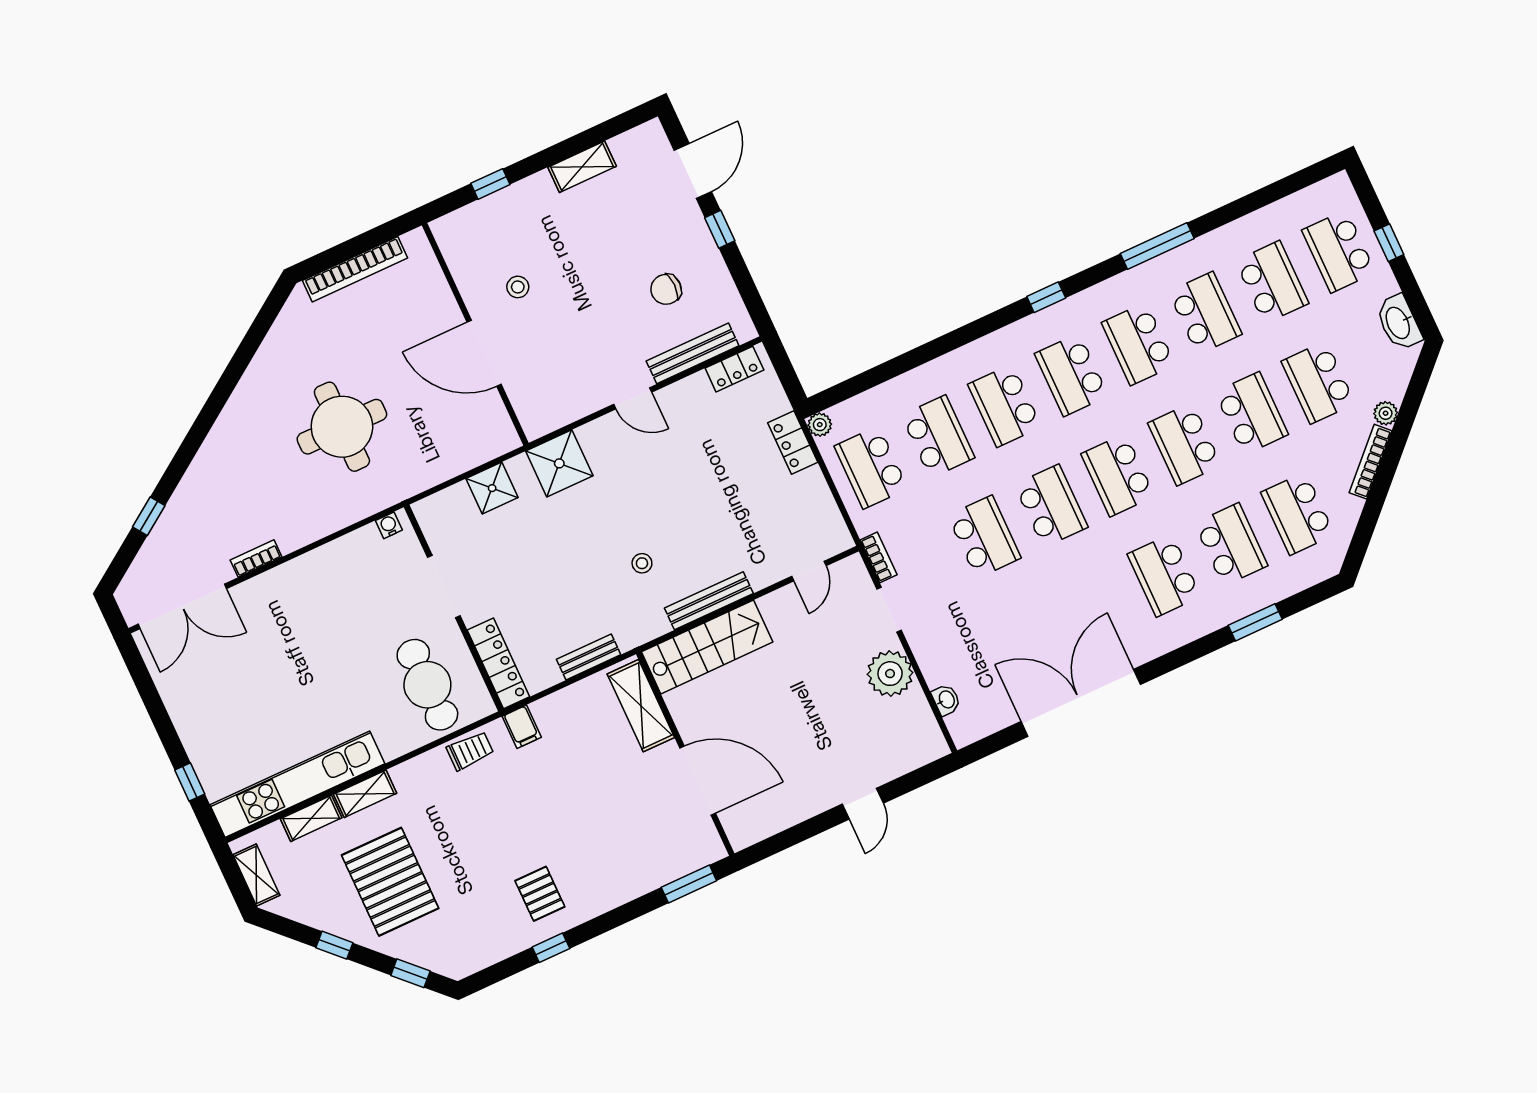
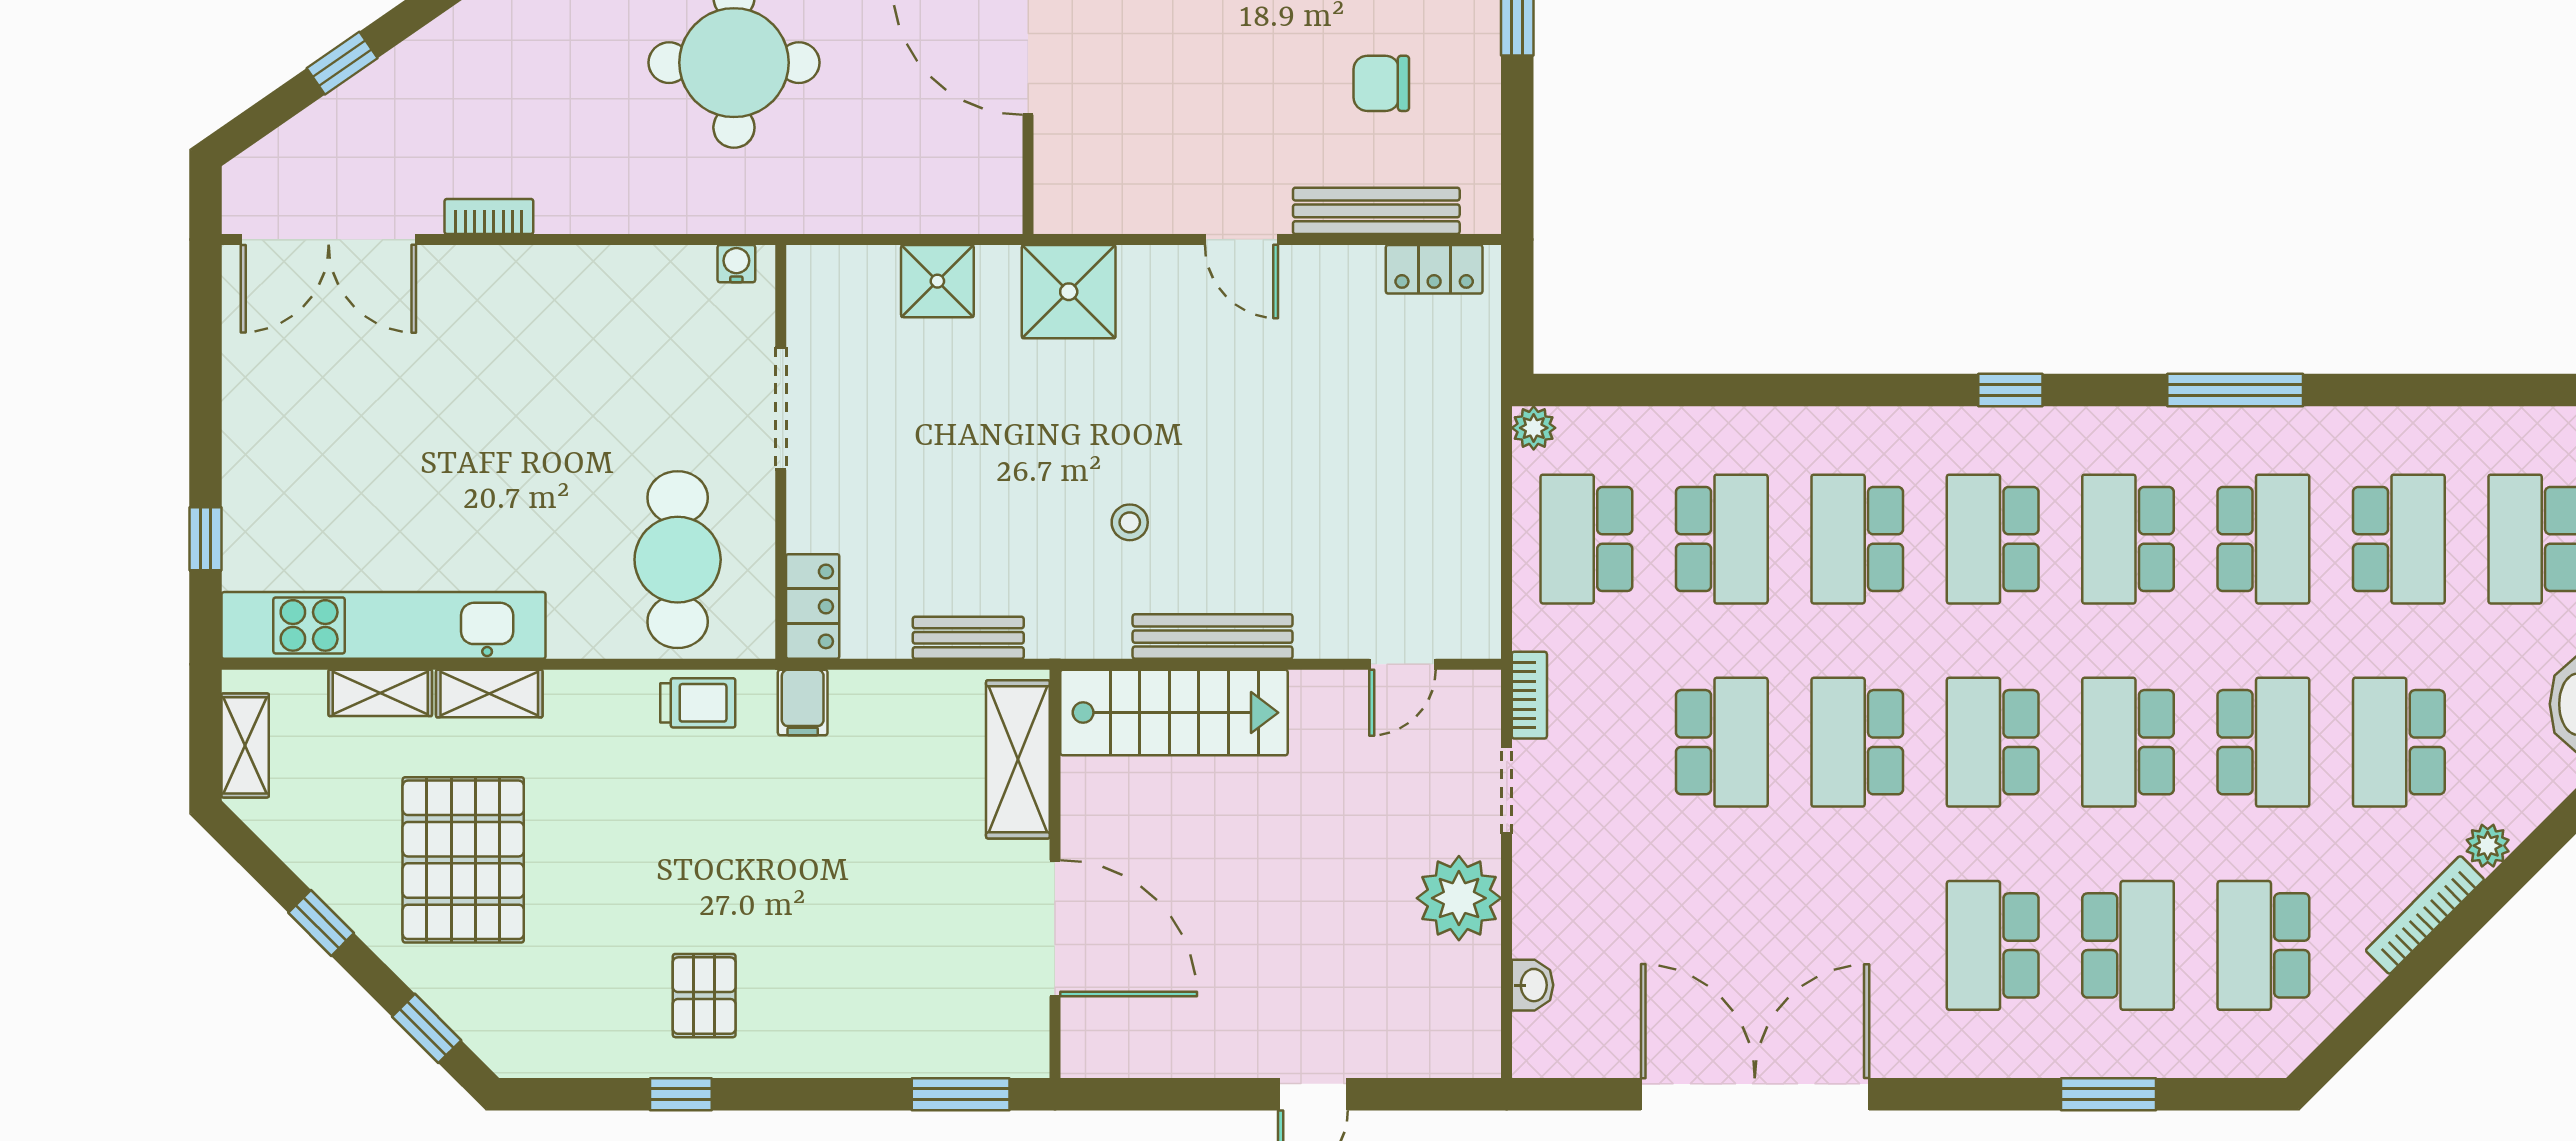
locker: (793, 443) -> (1475, 437), removed
school desk: (1051, 506) -> (1857, 742), turned 180
locker: (498, 663) -> (813, 606), width x0.66

